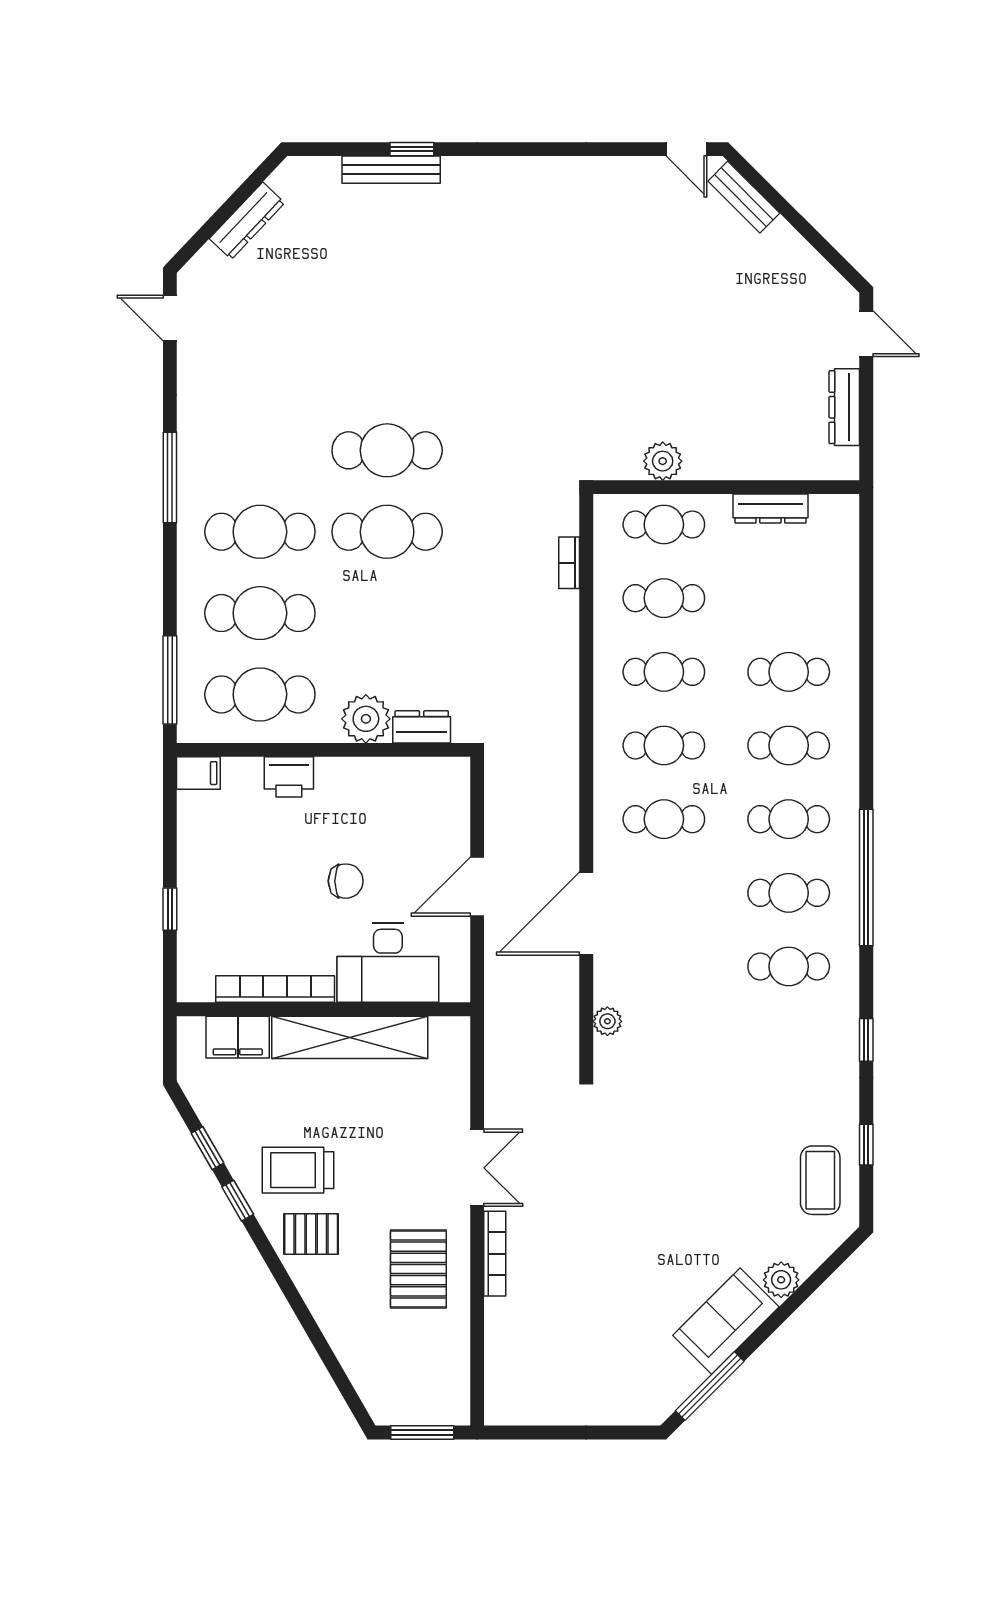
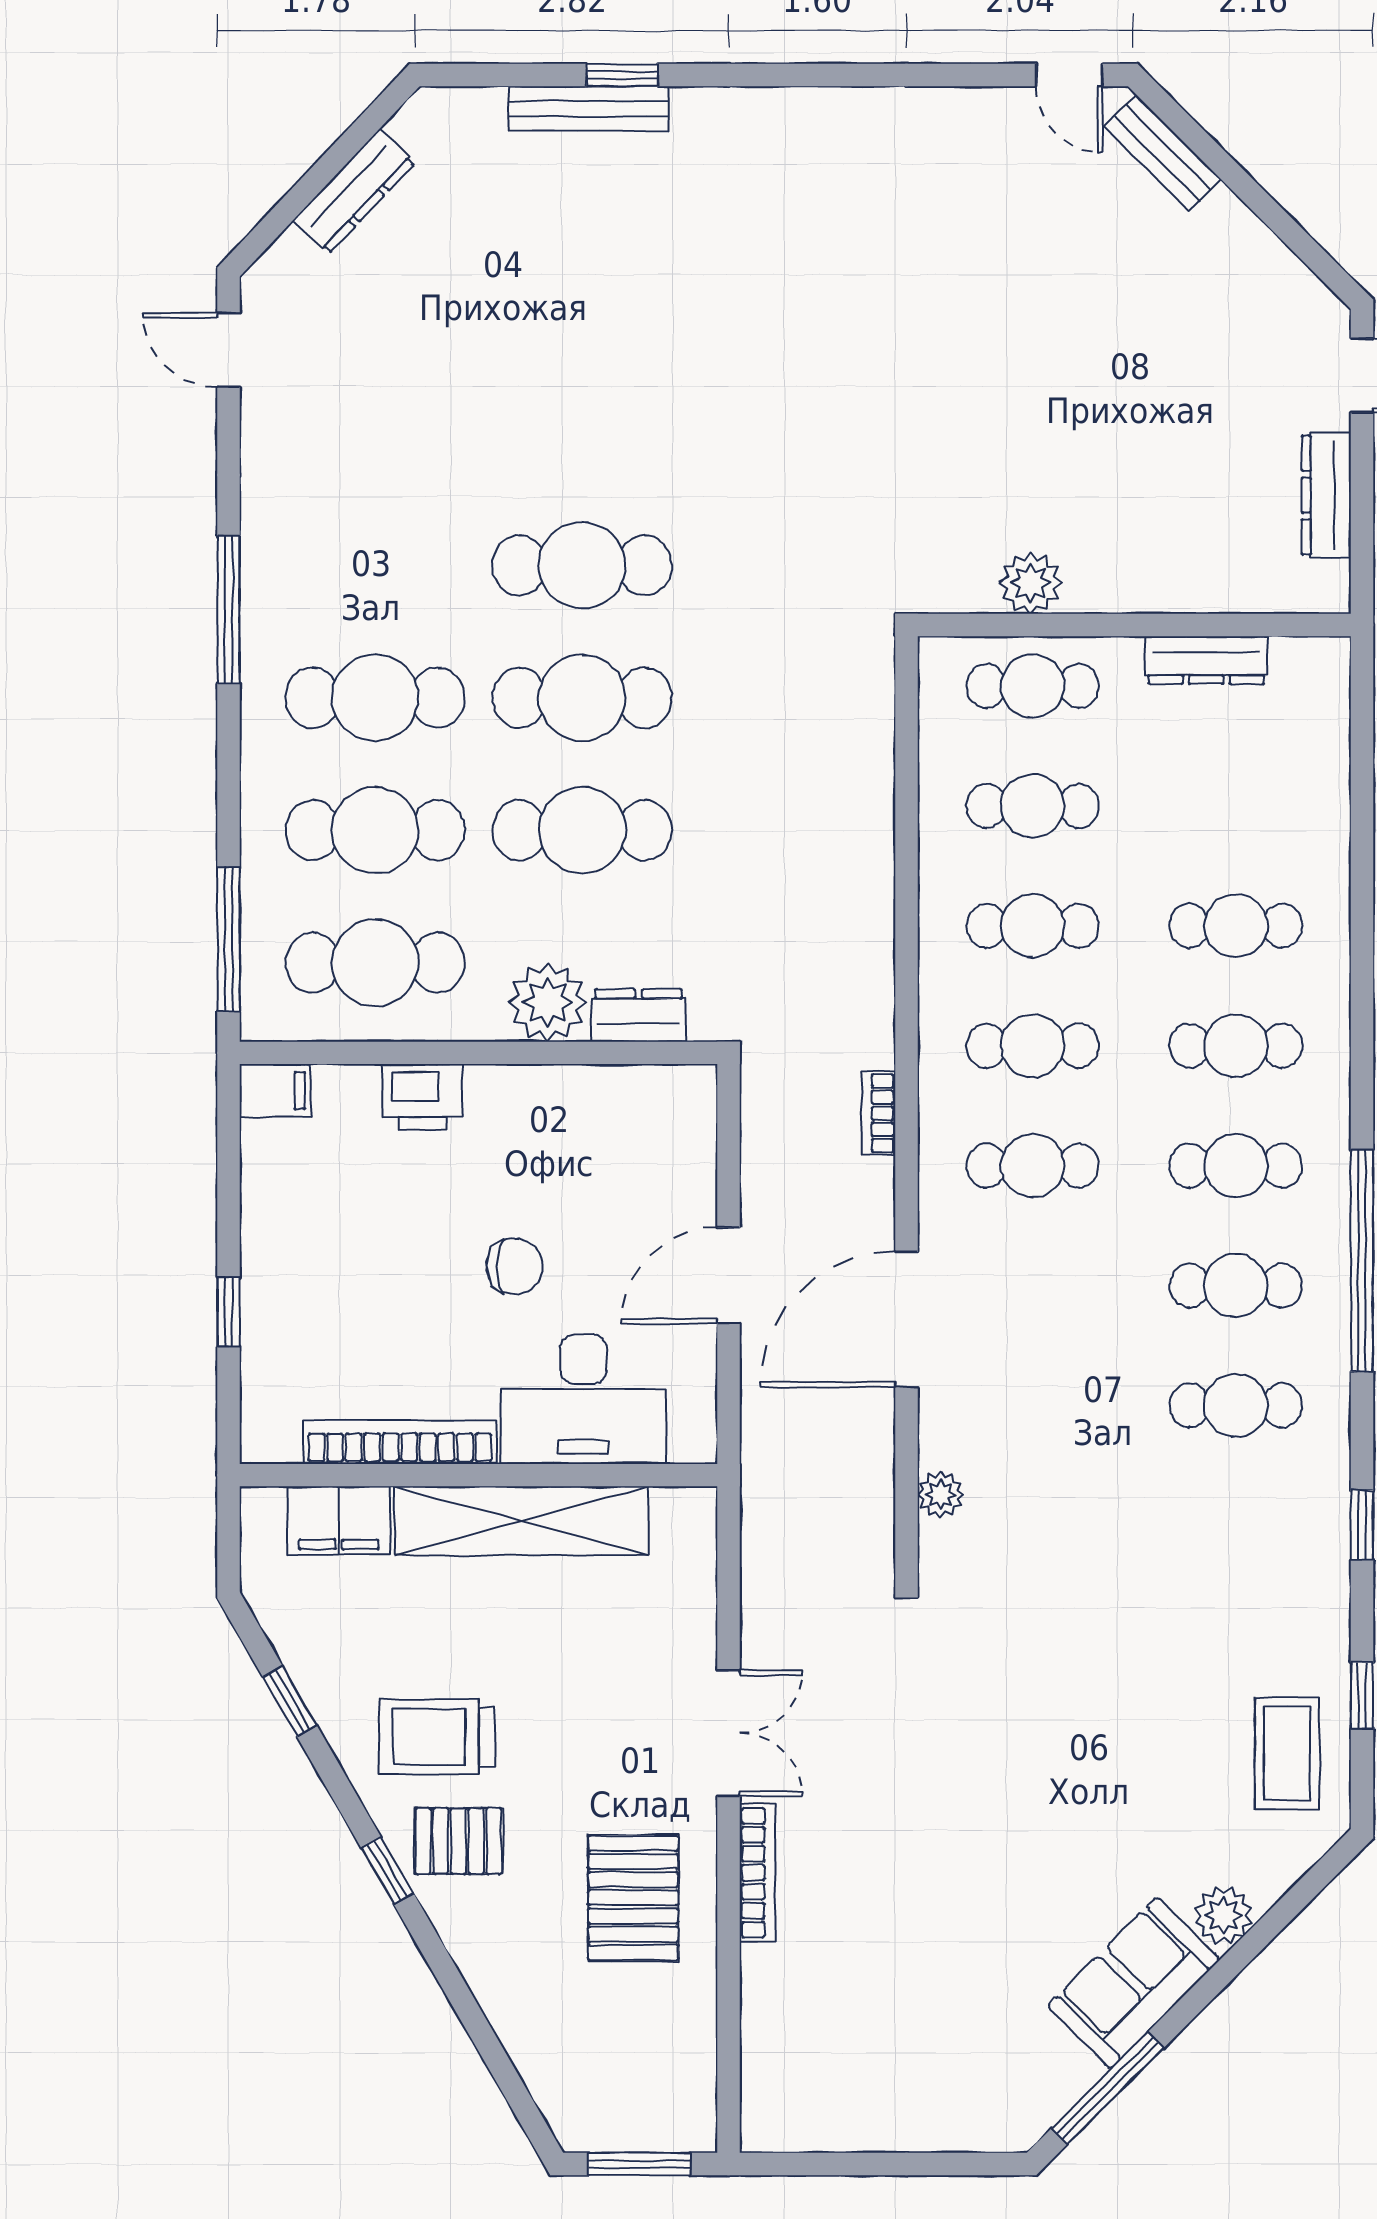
bookcase: (569, 563) -> (878, 1113), moved
cafe table: (387, 613) -> (582, 830), added
window: (238, 1201) -> (387, 1871), moved

